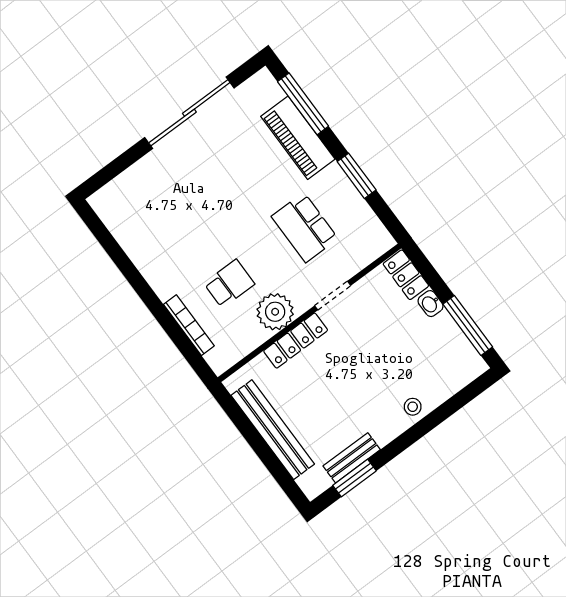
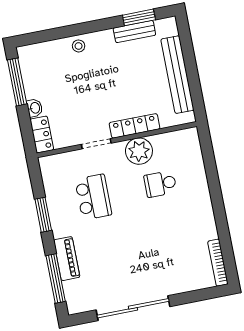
piano: (298, 138) -> (67, 259), width x0.73, depth x0.75
bookcase: (189, 325) -> (218, 263), moved

